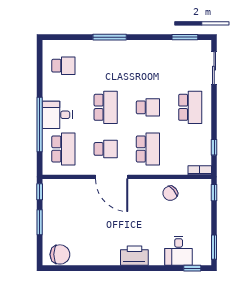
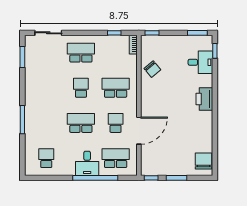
door: (112, 177) -> (139, 131), moved

